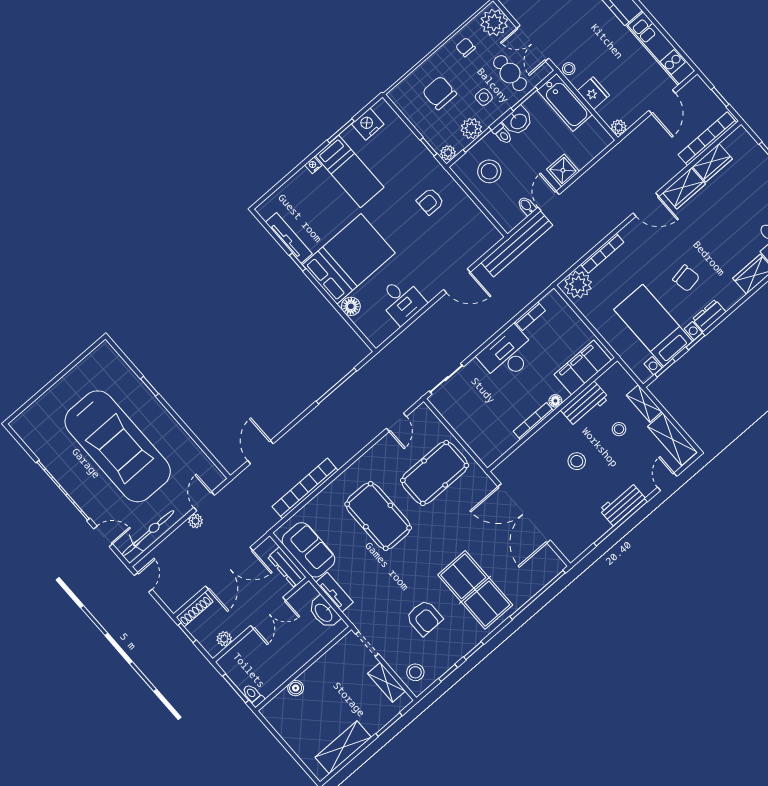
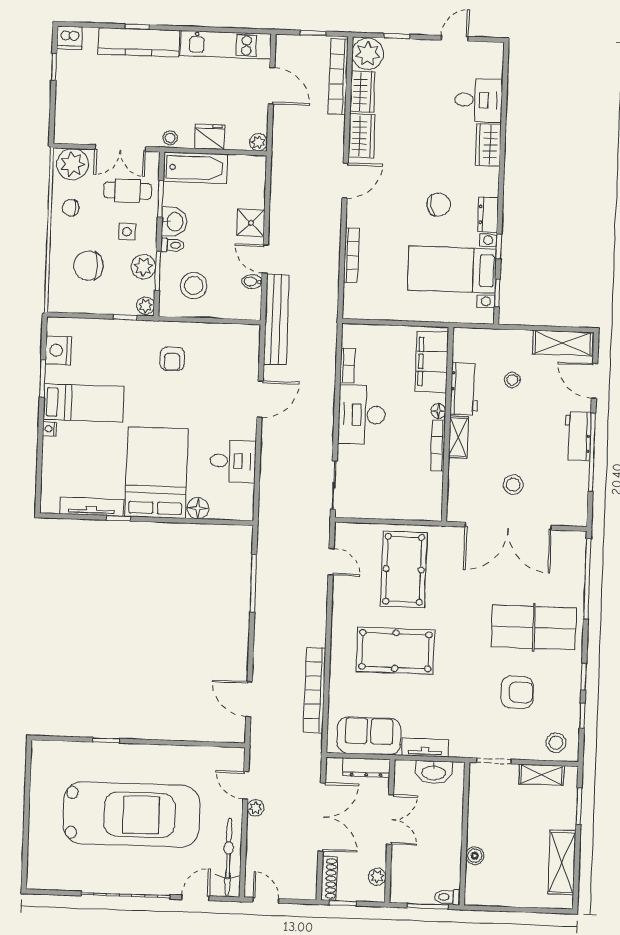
plant: (578, 285) -> (368, 54), moved
shelving: (644, 403) -> (458, 437), moved, turned 90
stool: (577, 461) -> (513, 485), moved
door: (667, 482) -> (595, 381), width x1.38

